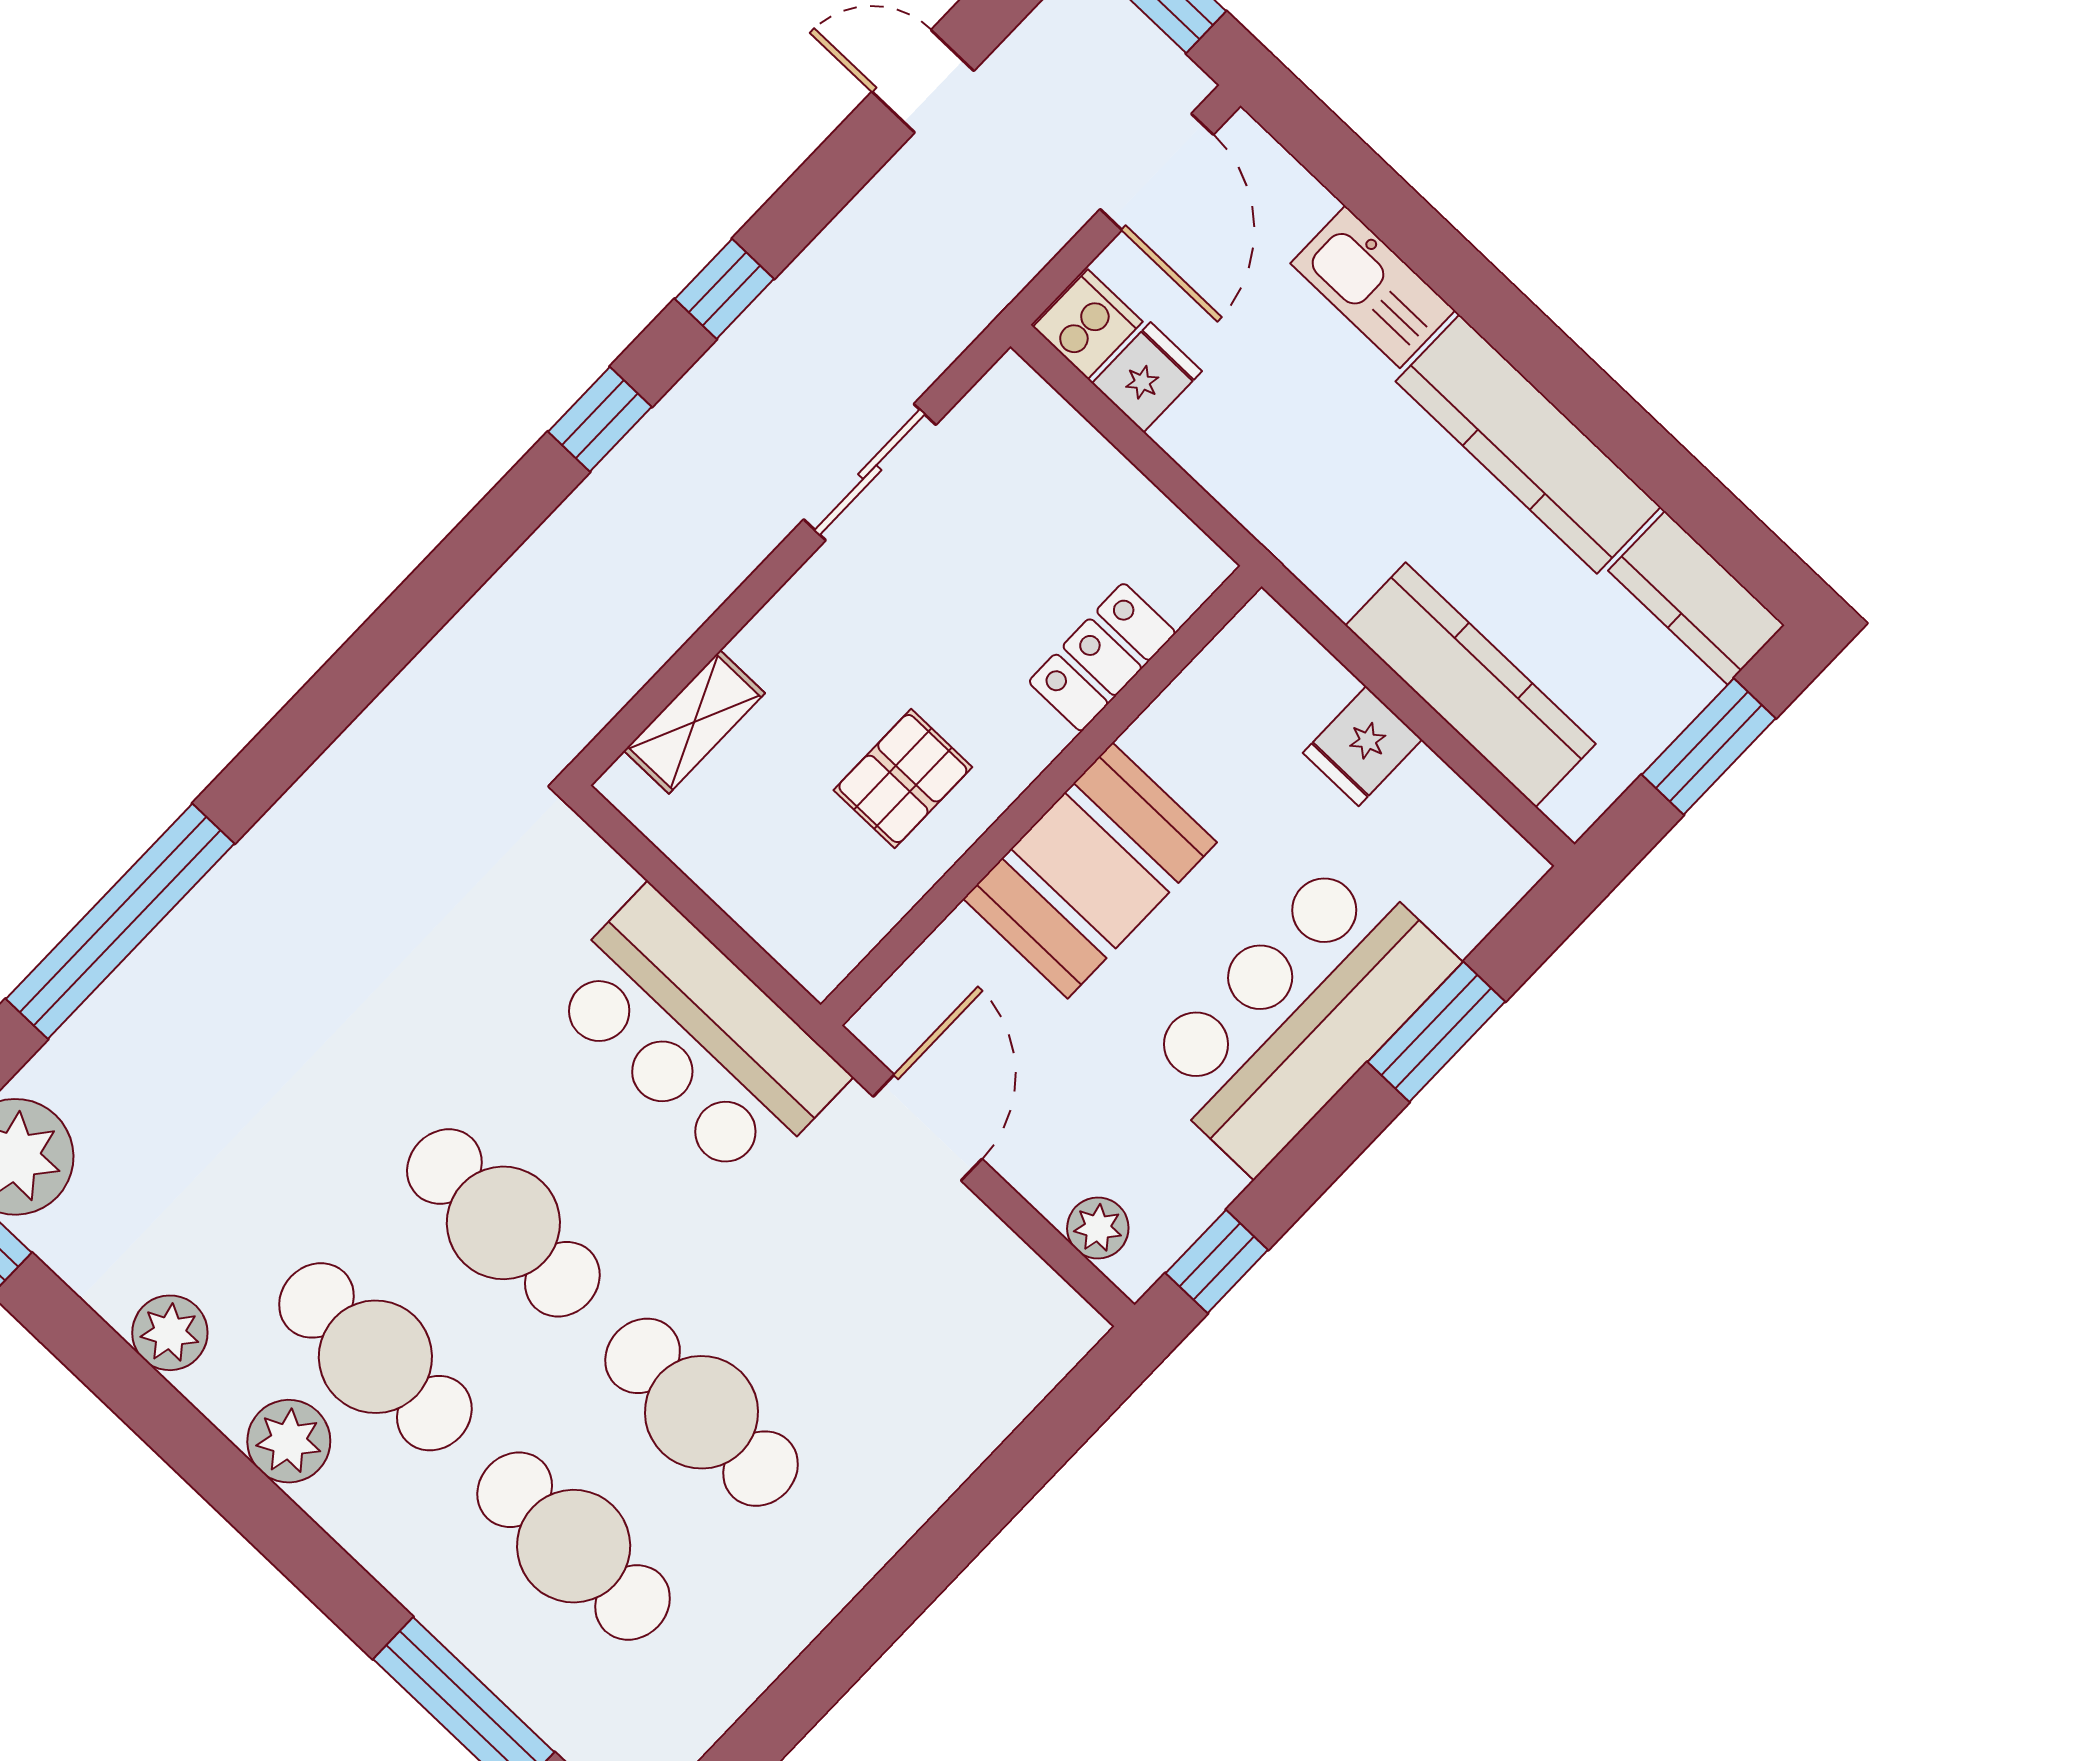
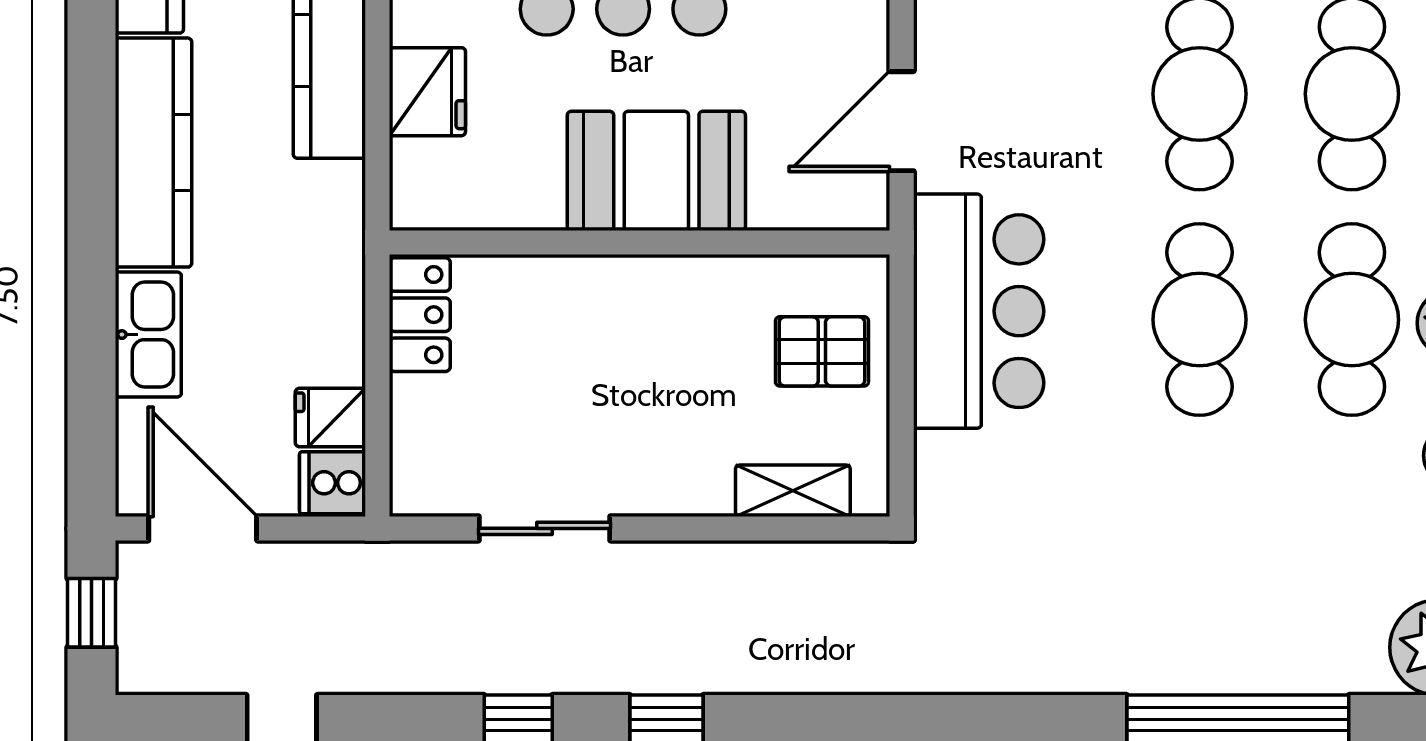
door: (1157, 172) -> (203, 528), hinge flipped
locker: (1102, 657) -> (420, 315), moved, turned -90
fridge: (1363, 746) -> (427, 92), width x1.38
pallet: (903, 779) -> (822, 351), moved

